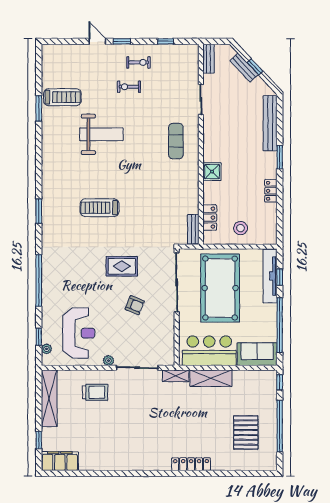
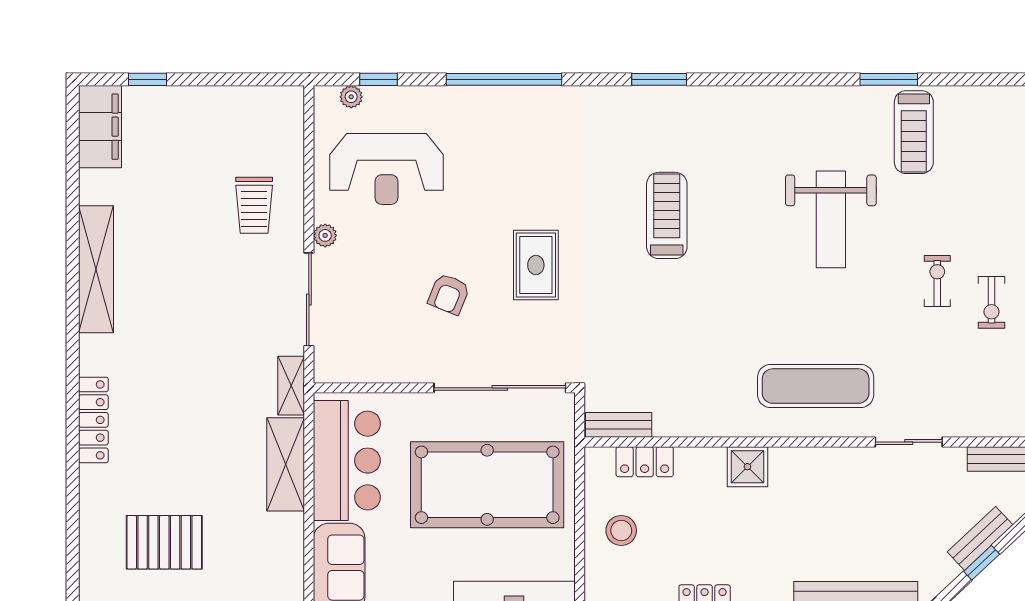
exercise mat: (176, 141) -> (816, 386), width x1.36, depth x1.45
shelving: (49, 398) -> (96, 269), moved, turned 90

